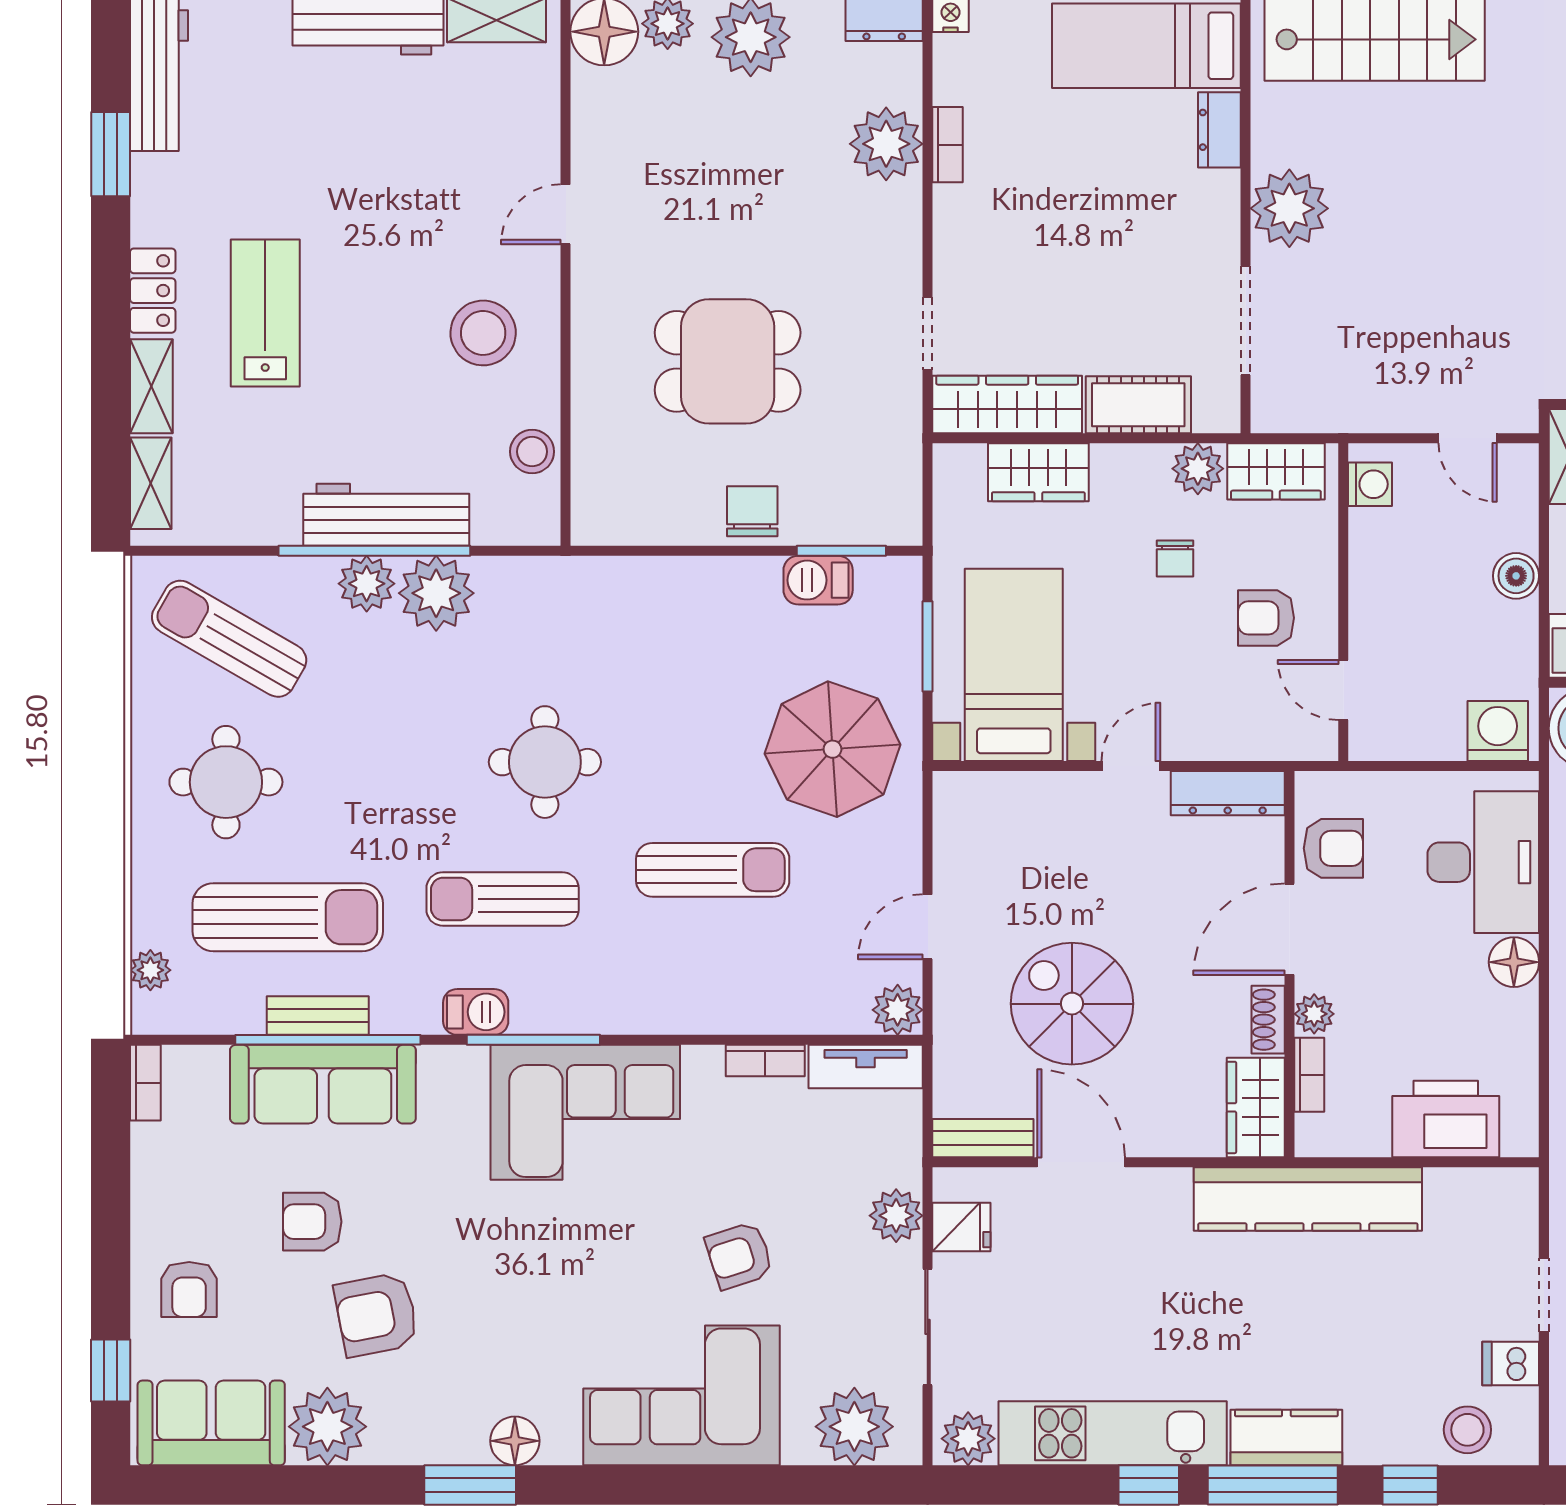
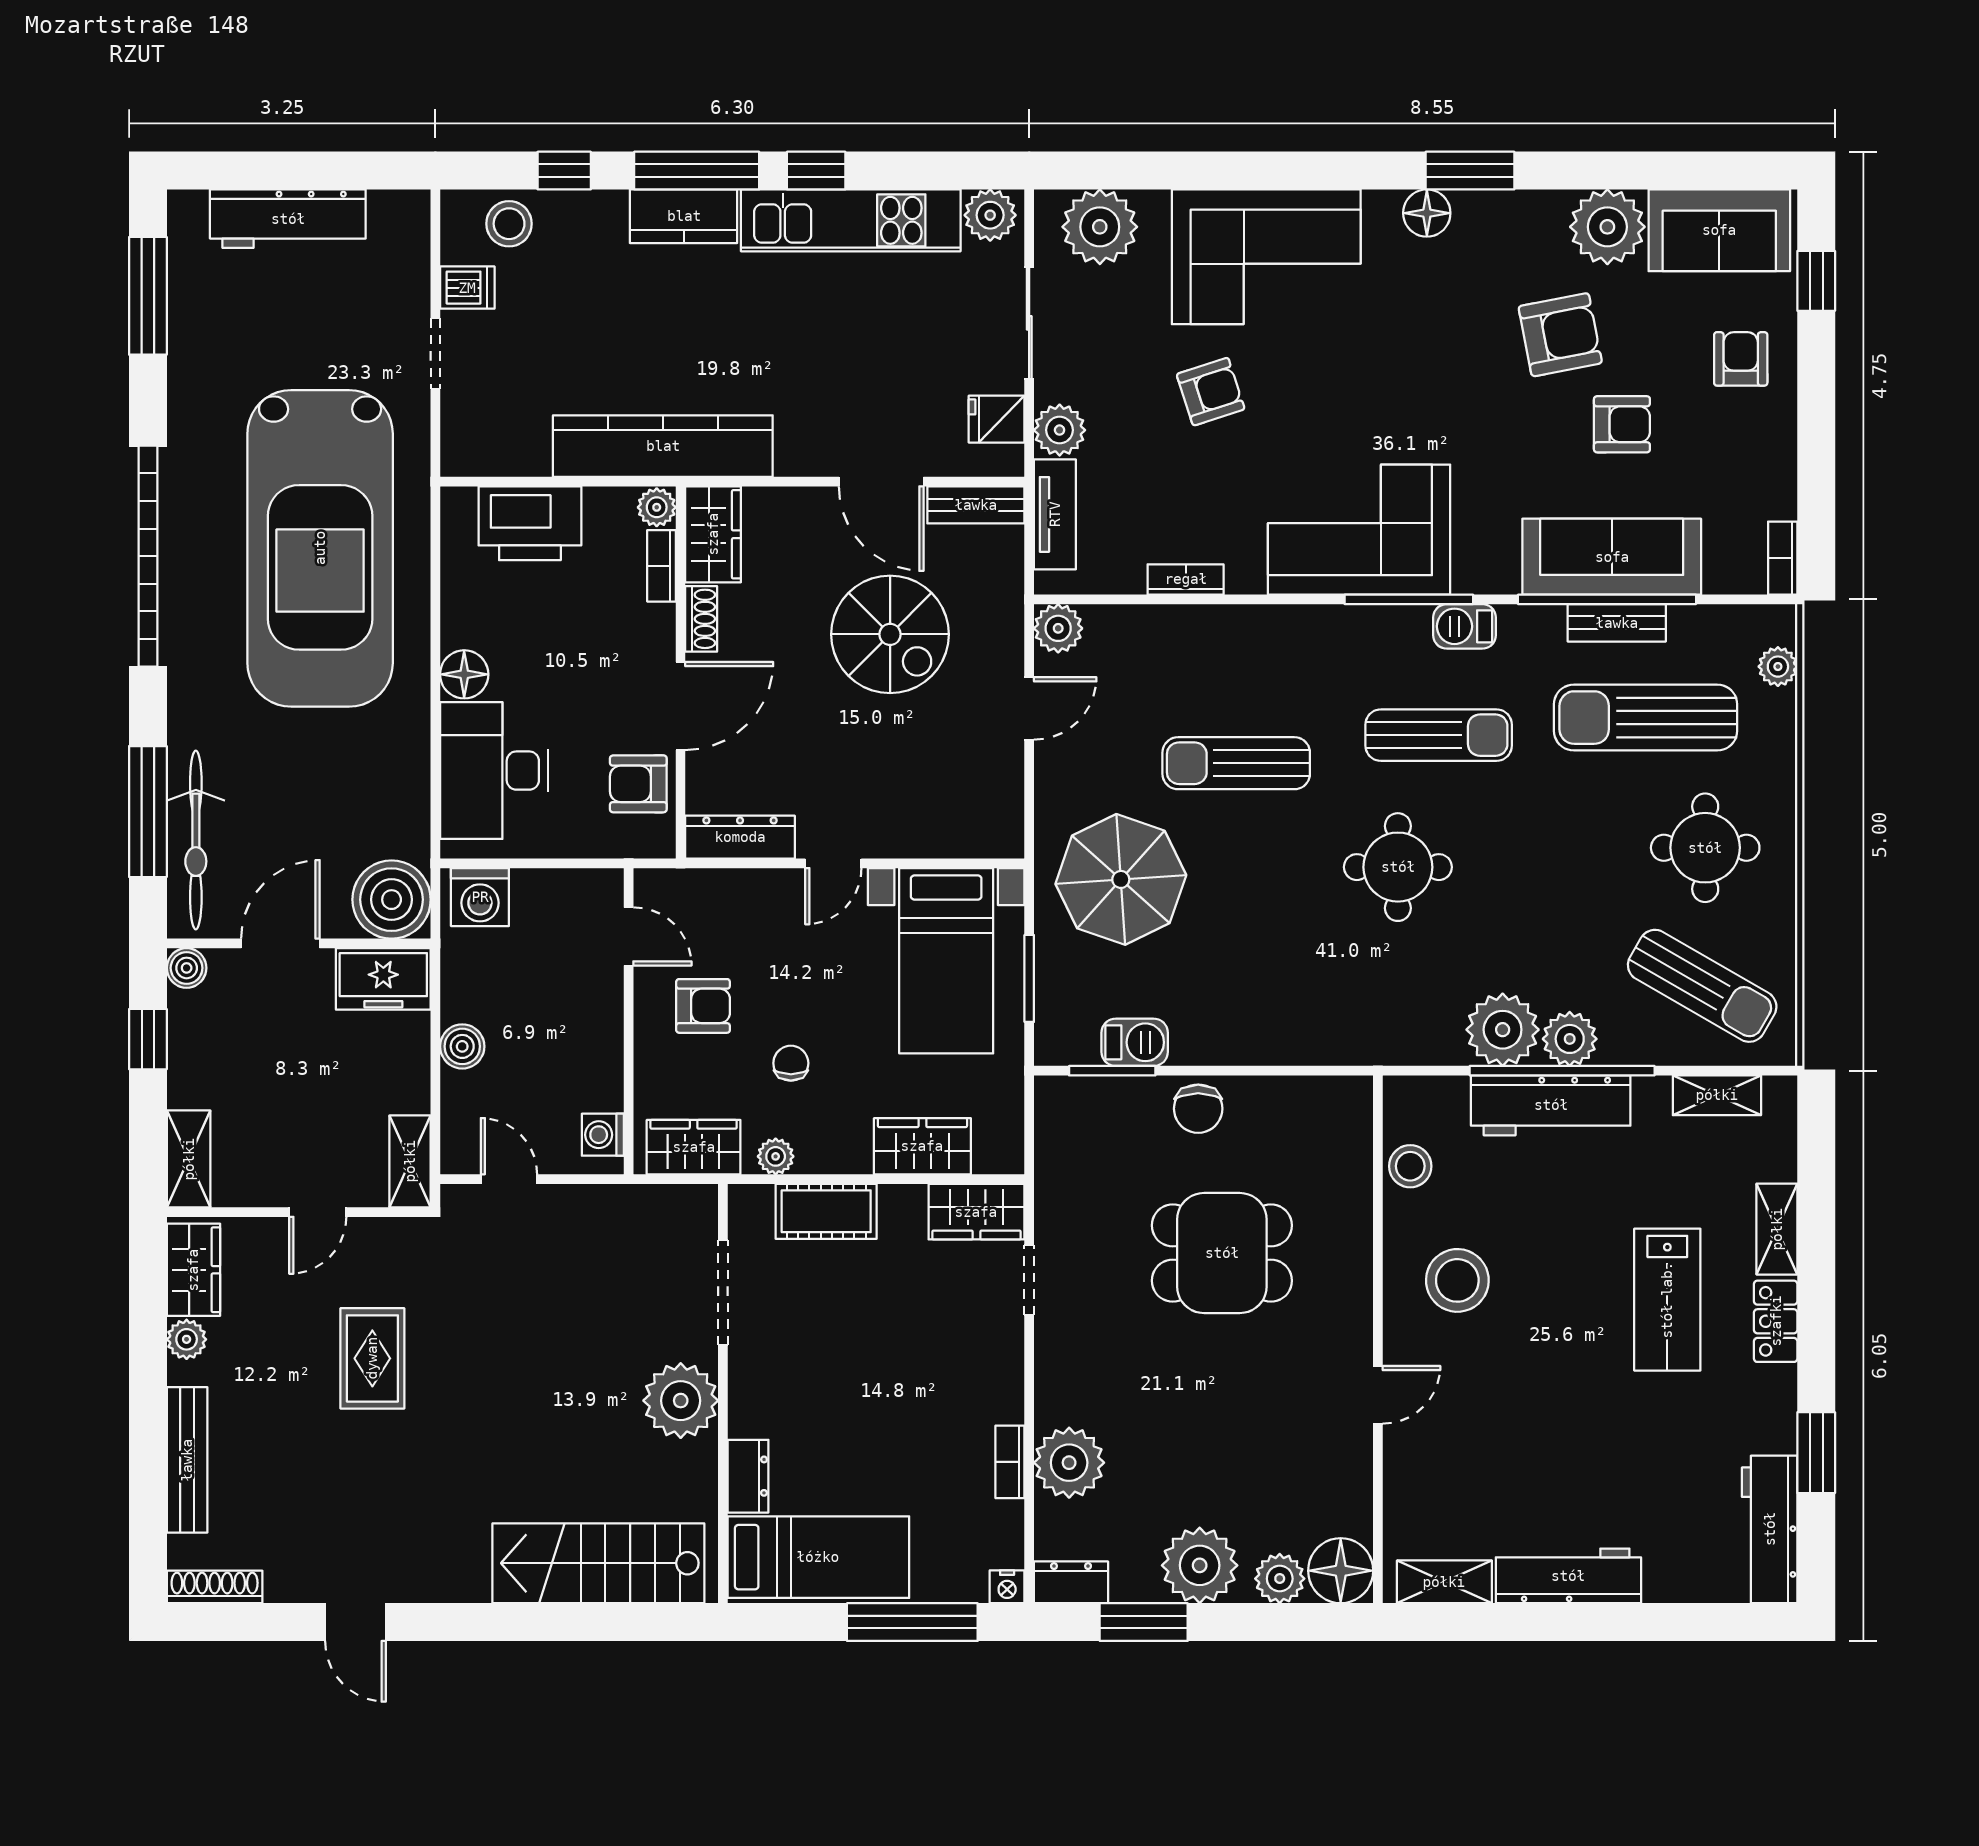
wardrobe: (1007, 404) -> (976, 1212), width x0.67
plant: (1198, 469) -> (776, 1156), width x0.73, depth x0.73
shelving: (151, 483) -> (1717, 1095), moved, turned 90
plant: (1314, 1014) -> (657, 507), moved
tv unit: (866, 1067) -> (1055, 514), moved, turned 90

